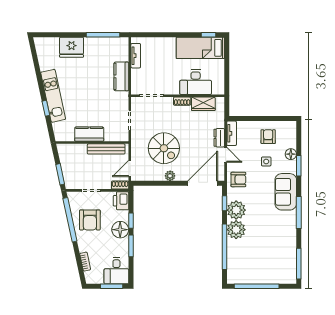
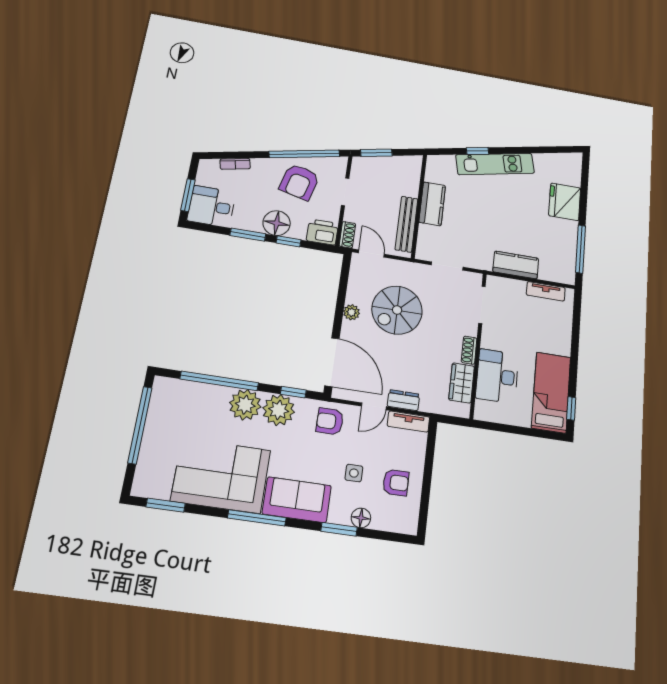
armchair: (238, 180) -> (330, 421), turned 90
armchair: (90, 220) -> (299, 182), turned -76
corner sofa: (278, 236) -> (221, 476), added
window: (299, 264) -> (166, 505), width x0.69

